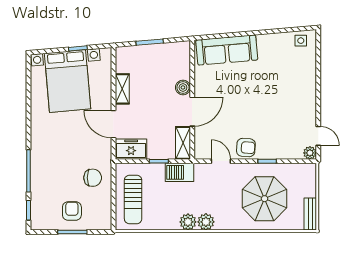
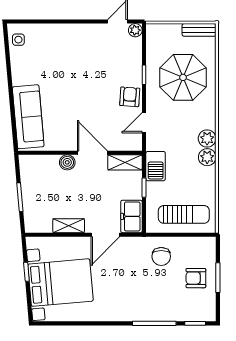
chair: (93, 178) -> (161, 256), turned 180

